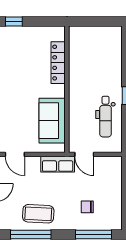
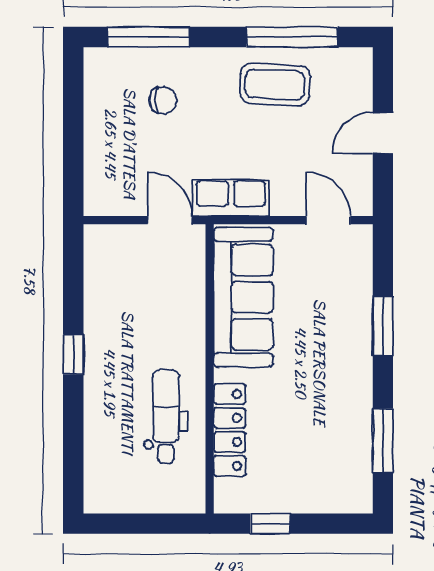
window: (14, 21) -> (270, 524), moved
dental chair: (106, 117) -> (166, 416), moved
sofa: (52, 121) -> (243, 297), width x1.36

